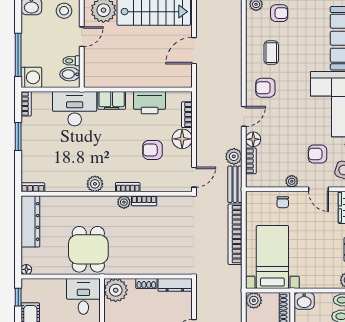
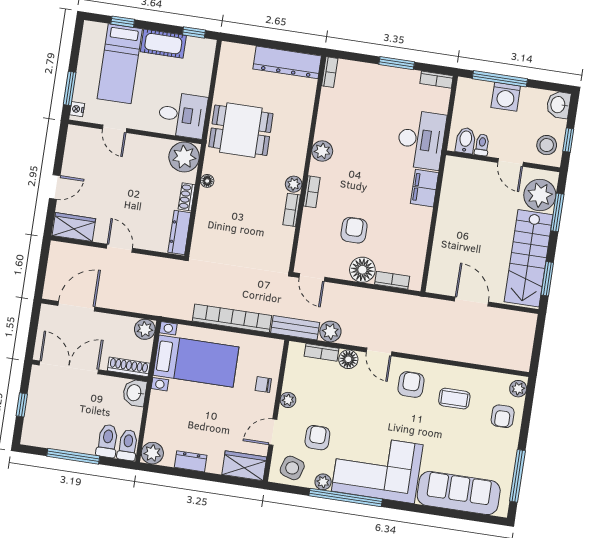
washing machine: (31, 77) -> (506, 97), moved
printer: (150, 103) -> (414, 235), removed
floor lamp: (26, 269) -> (207, 181), moved

